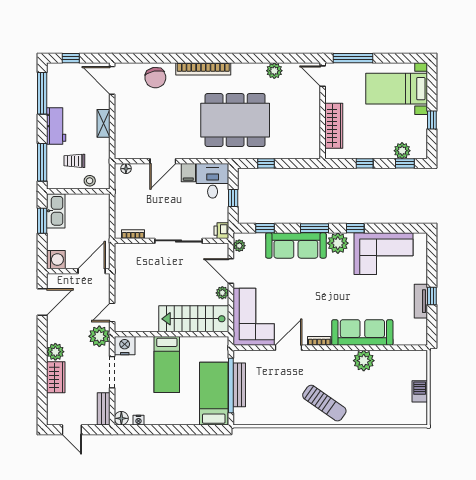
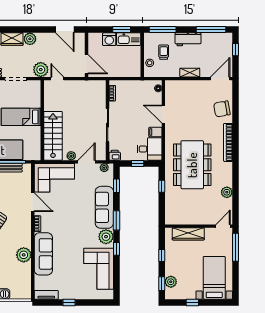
washing machine: (56, 260) -> (109, 39), moved
tv unit: (421, 301) -> (46, 295), moved
nightstand: (125, 346) -> (34, 87), removed

